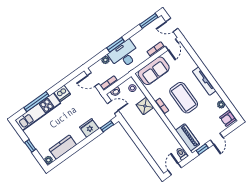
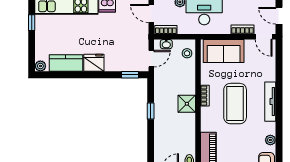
door: (172, 44) -> (264, 37), hinge flipped
shower: (145, 106) -> (187, 104), moved
door: (113, 107) -> (151, 59), hinge flipped
fridge: (89, 128) -> (94, 63), moved
window: (135, 139) -> (151, 111), added
window: (30, 146) -> (32, 23), moved

